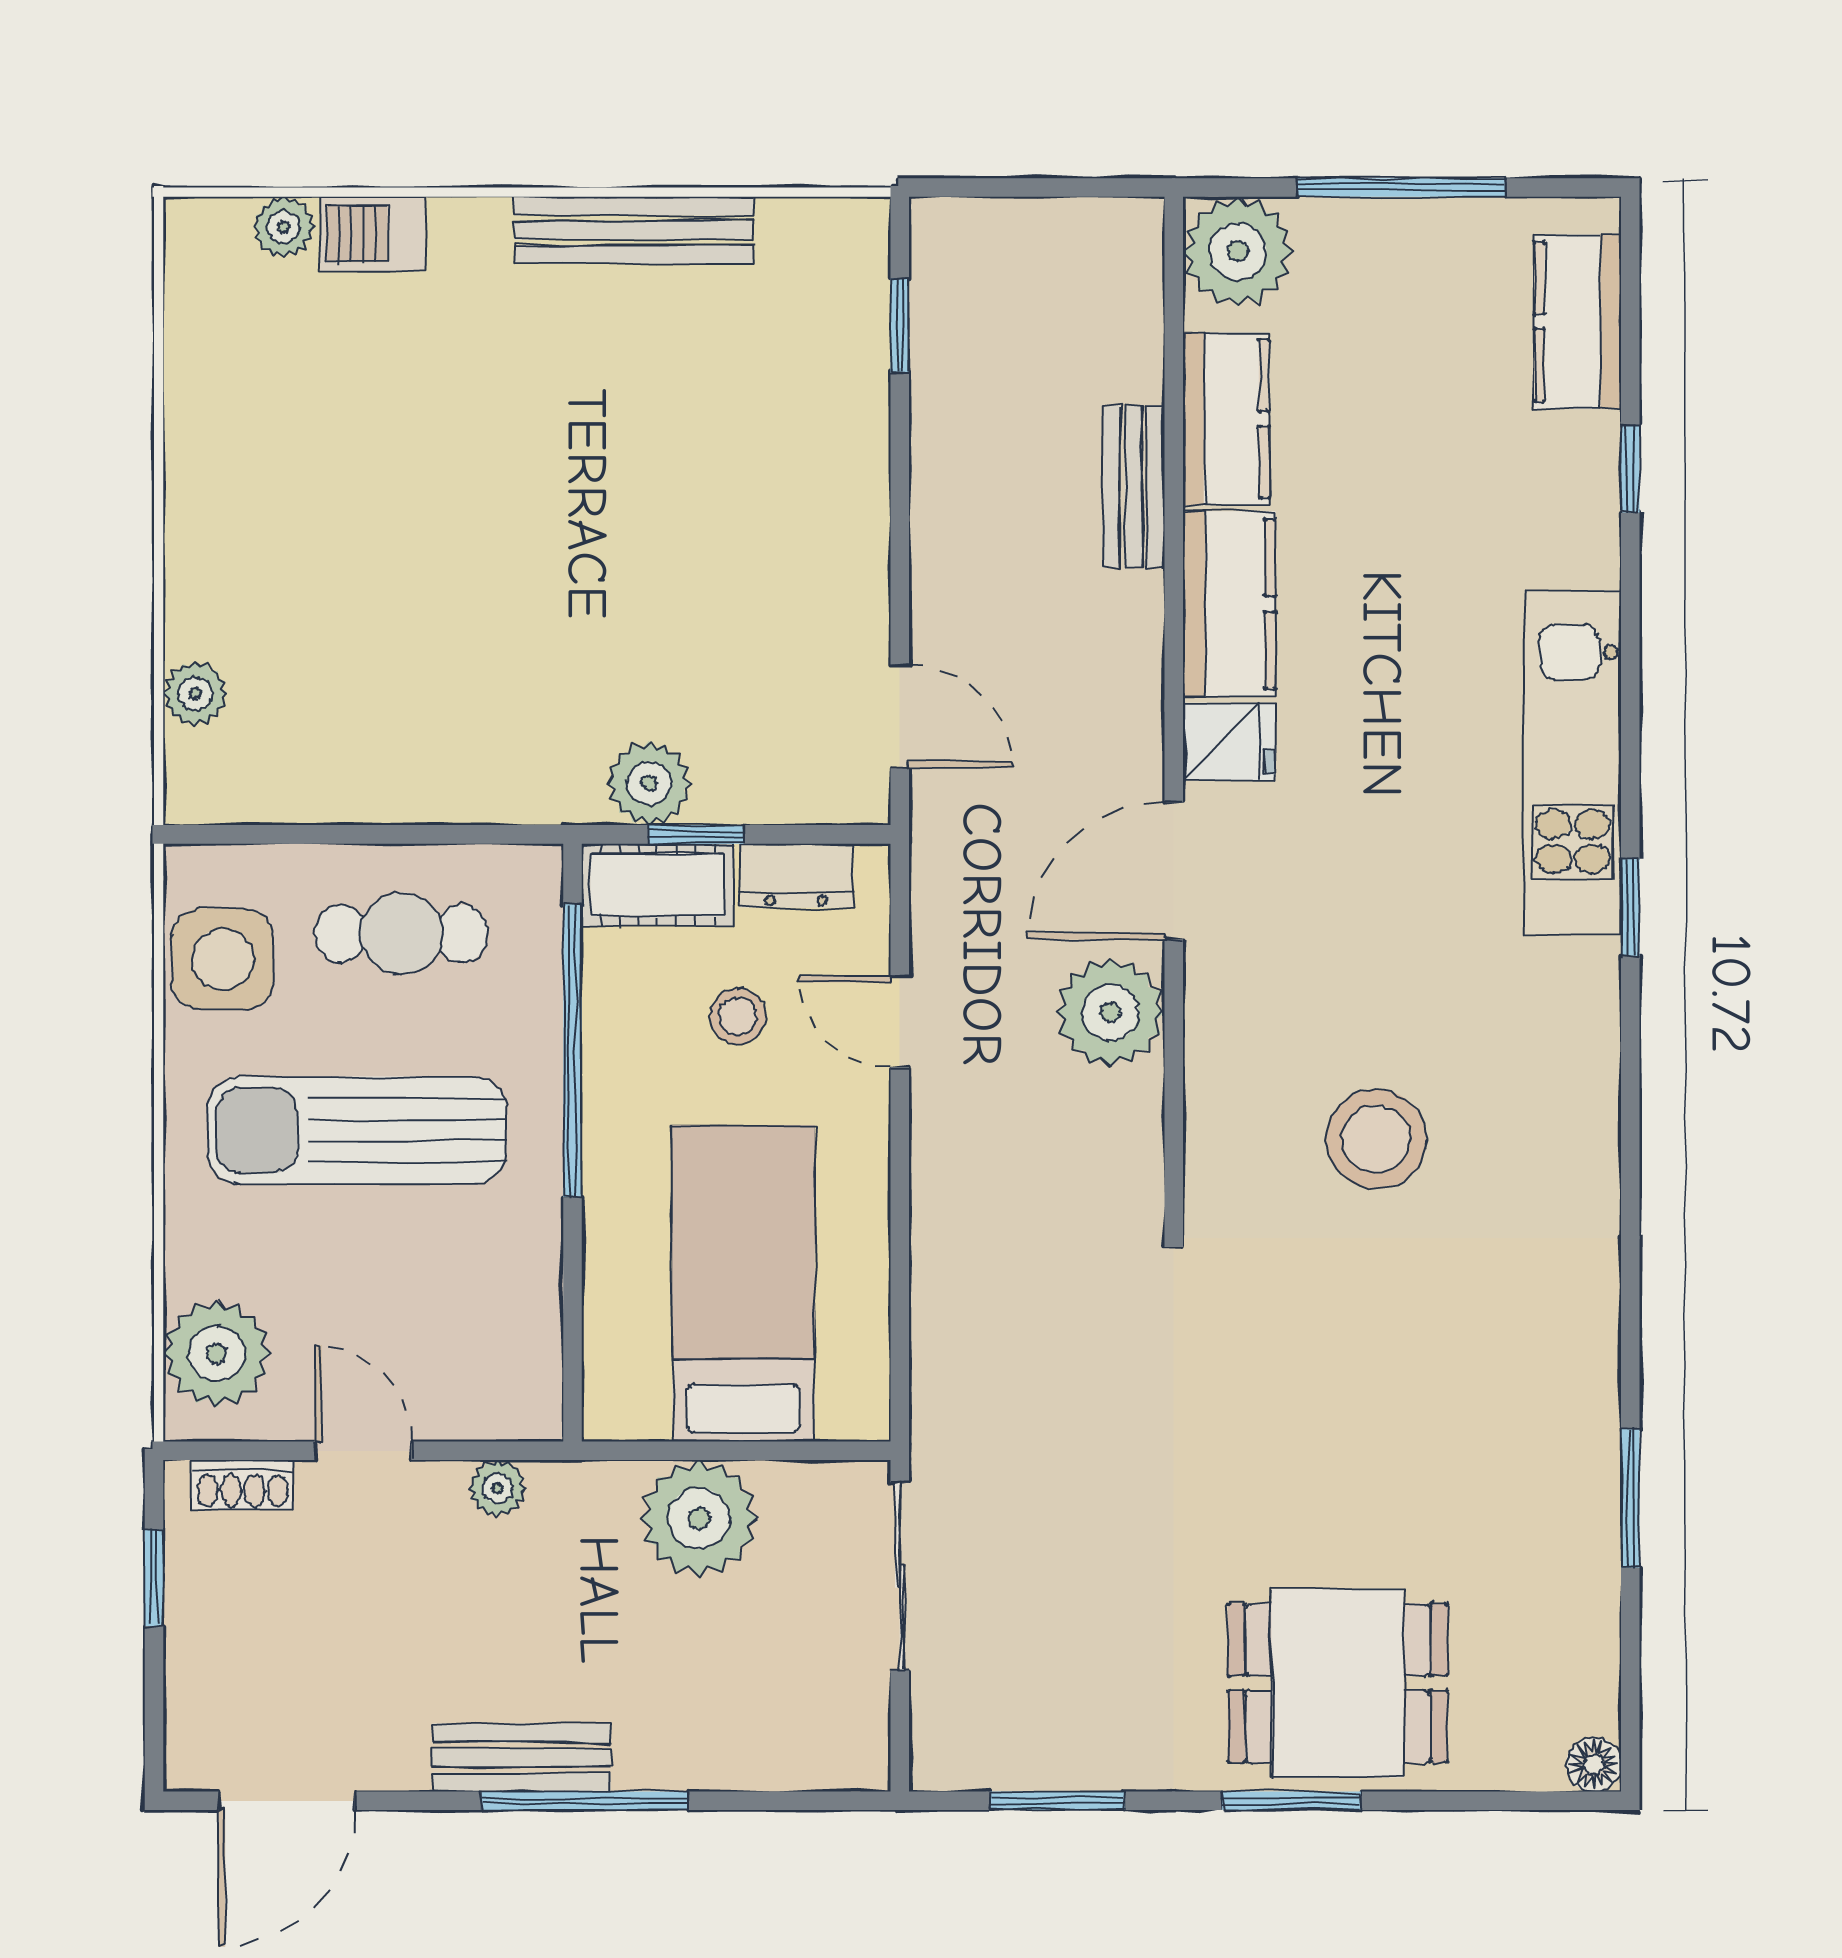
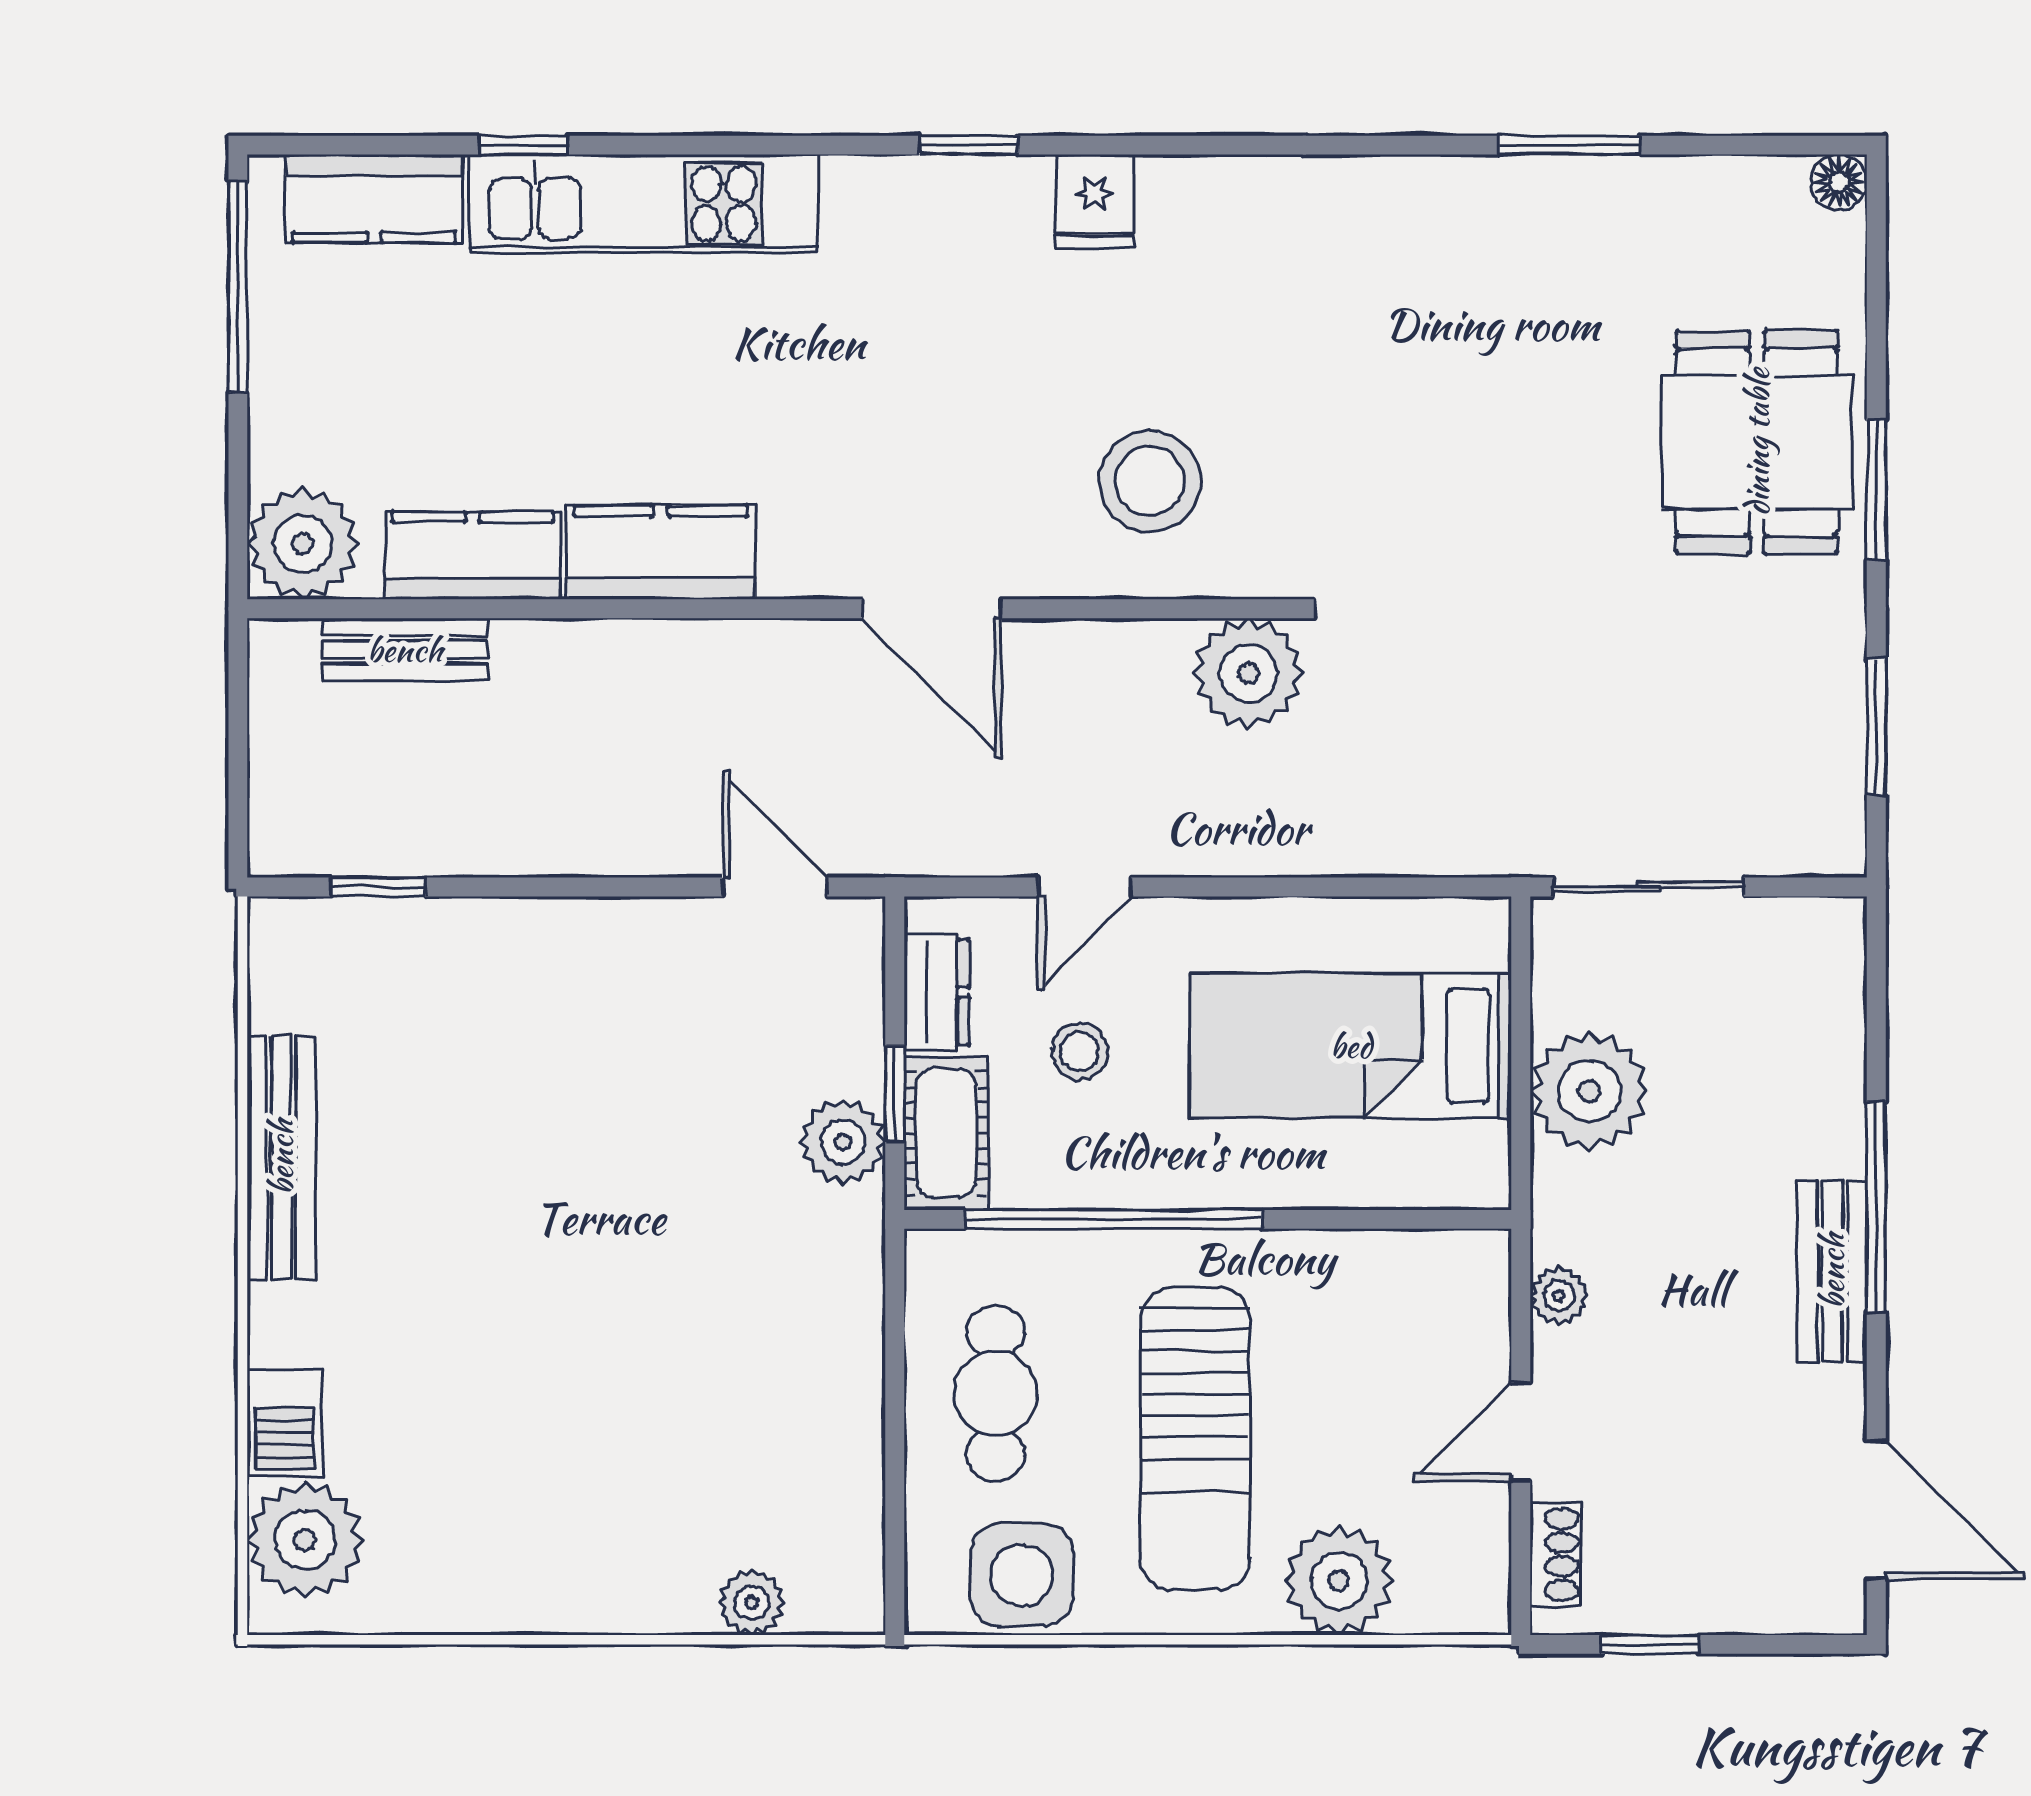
window: (1402, 188) -> (238, 287), moved
plant: (284, 227) -> (305, 1540), width x1.88, depth x1.88
bench: (1134, 487) -> (405, 650), moved
door: (900, 716) -> (775, 887), hinge flipped
fridge: (1229, 742) -> (1094, 201), moved, turned 180
kitchen unit: (1573, 762) -> (643, 204), moved
plant: (1110, 1012) -> (1249, 673), moved
stool: (1376, 1139) -> (1150, 481), moved
plant: (217, 1354) -> (1339, 1581), moved

